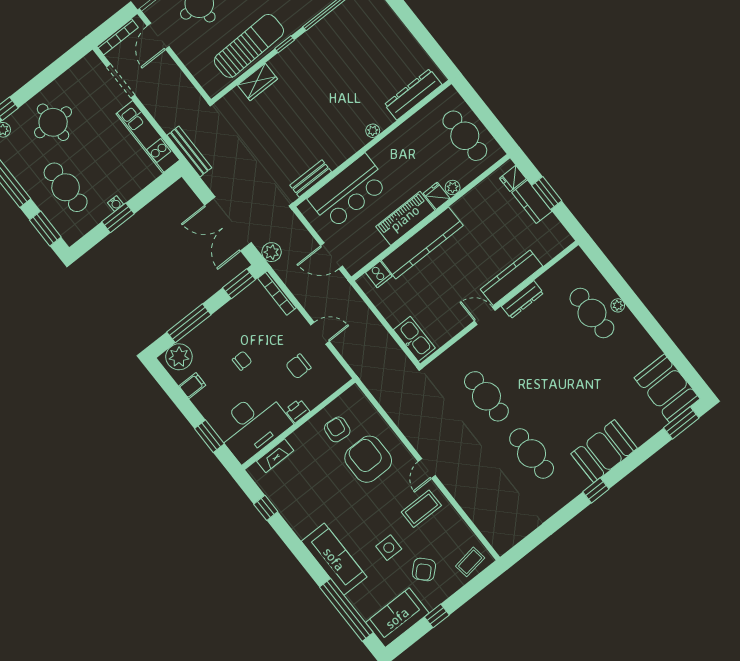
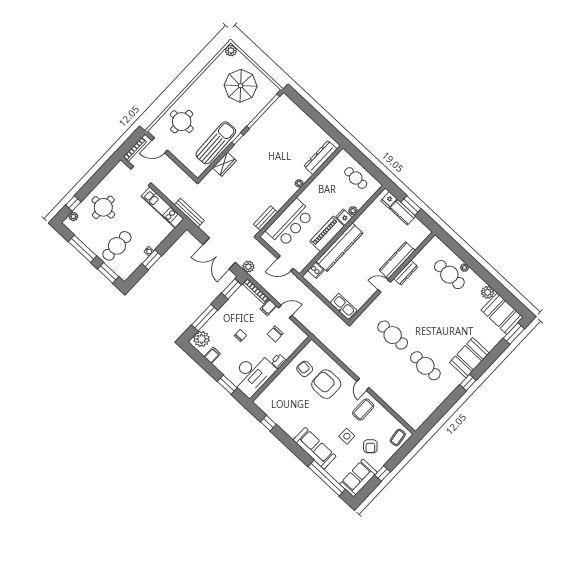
door: (158, 36) -> (160, 145), hinge flipped
cafe table: (465, 136) -> (356, 178), width x0.73, depth x0.74
cafe table: (66, 187) -> (117, 246), turned 90
filing cabinet: (294, 322) -> (268, 307), added
plant: (649, 351) -> (488, 292), added
fireplace: (275, 456) -> (269, 391), removed

